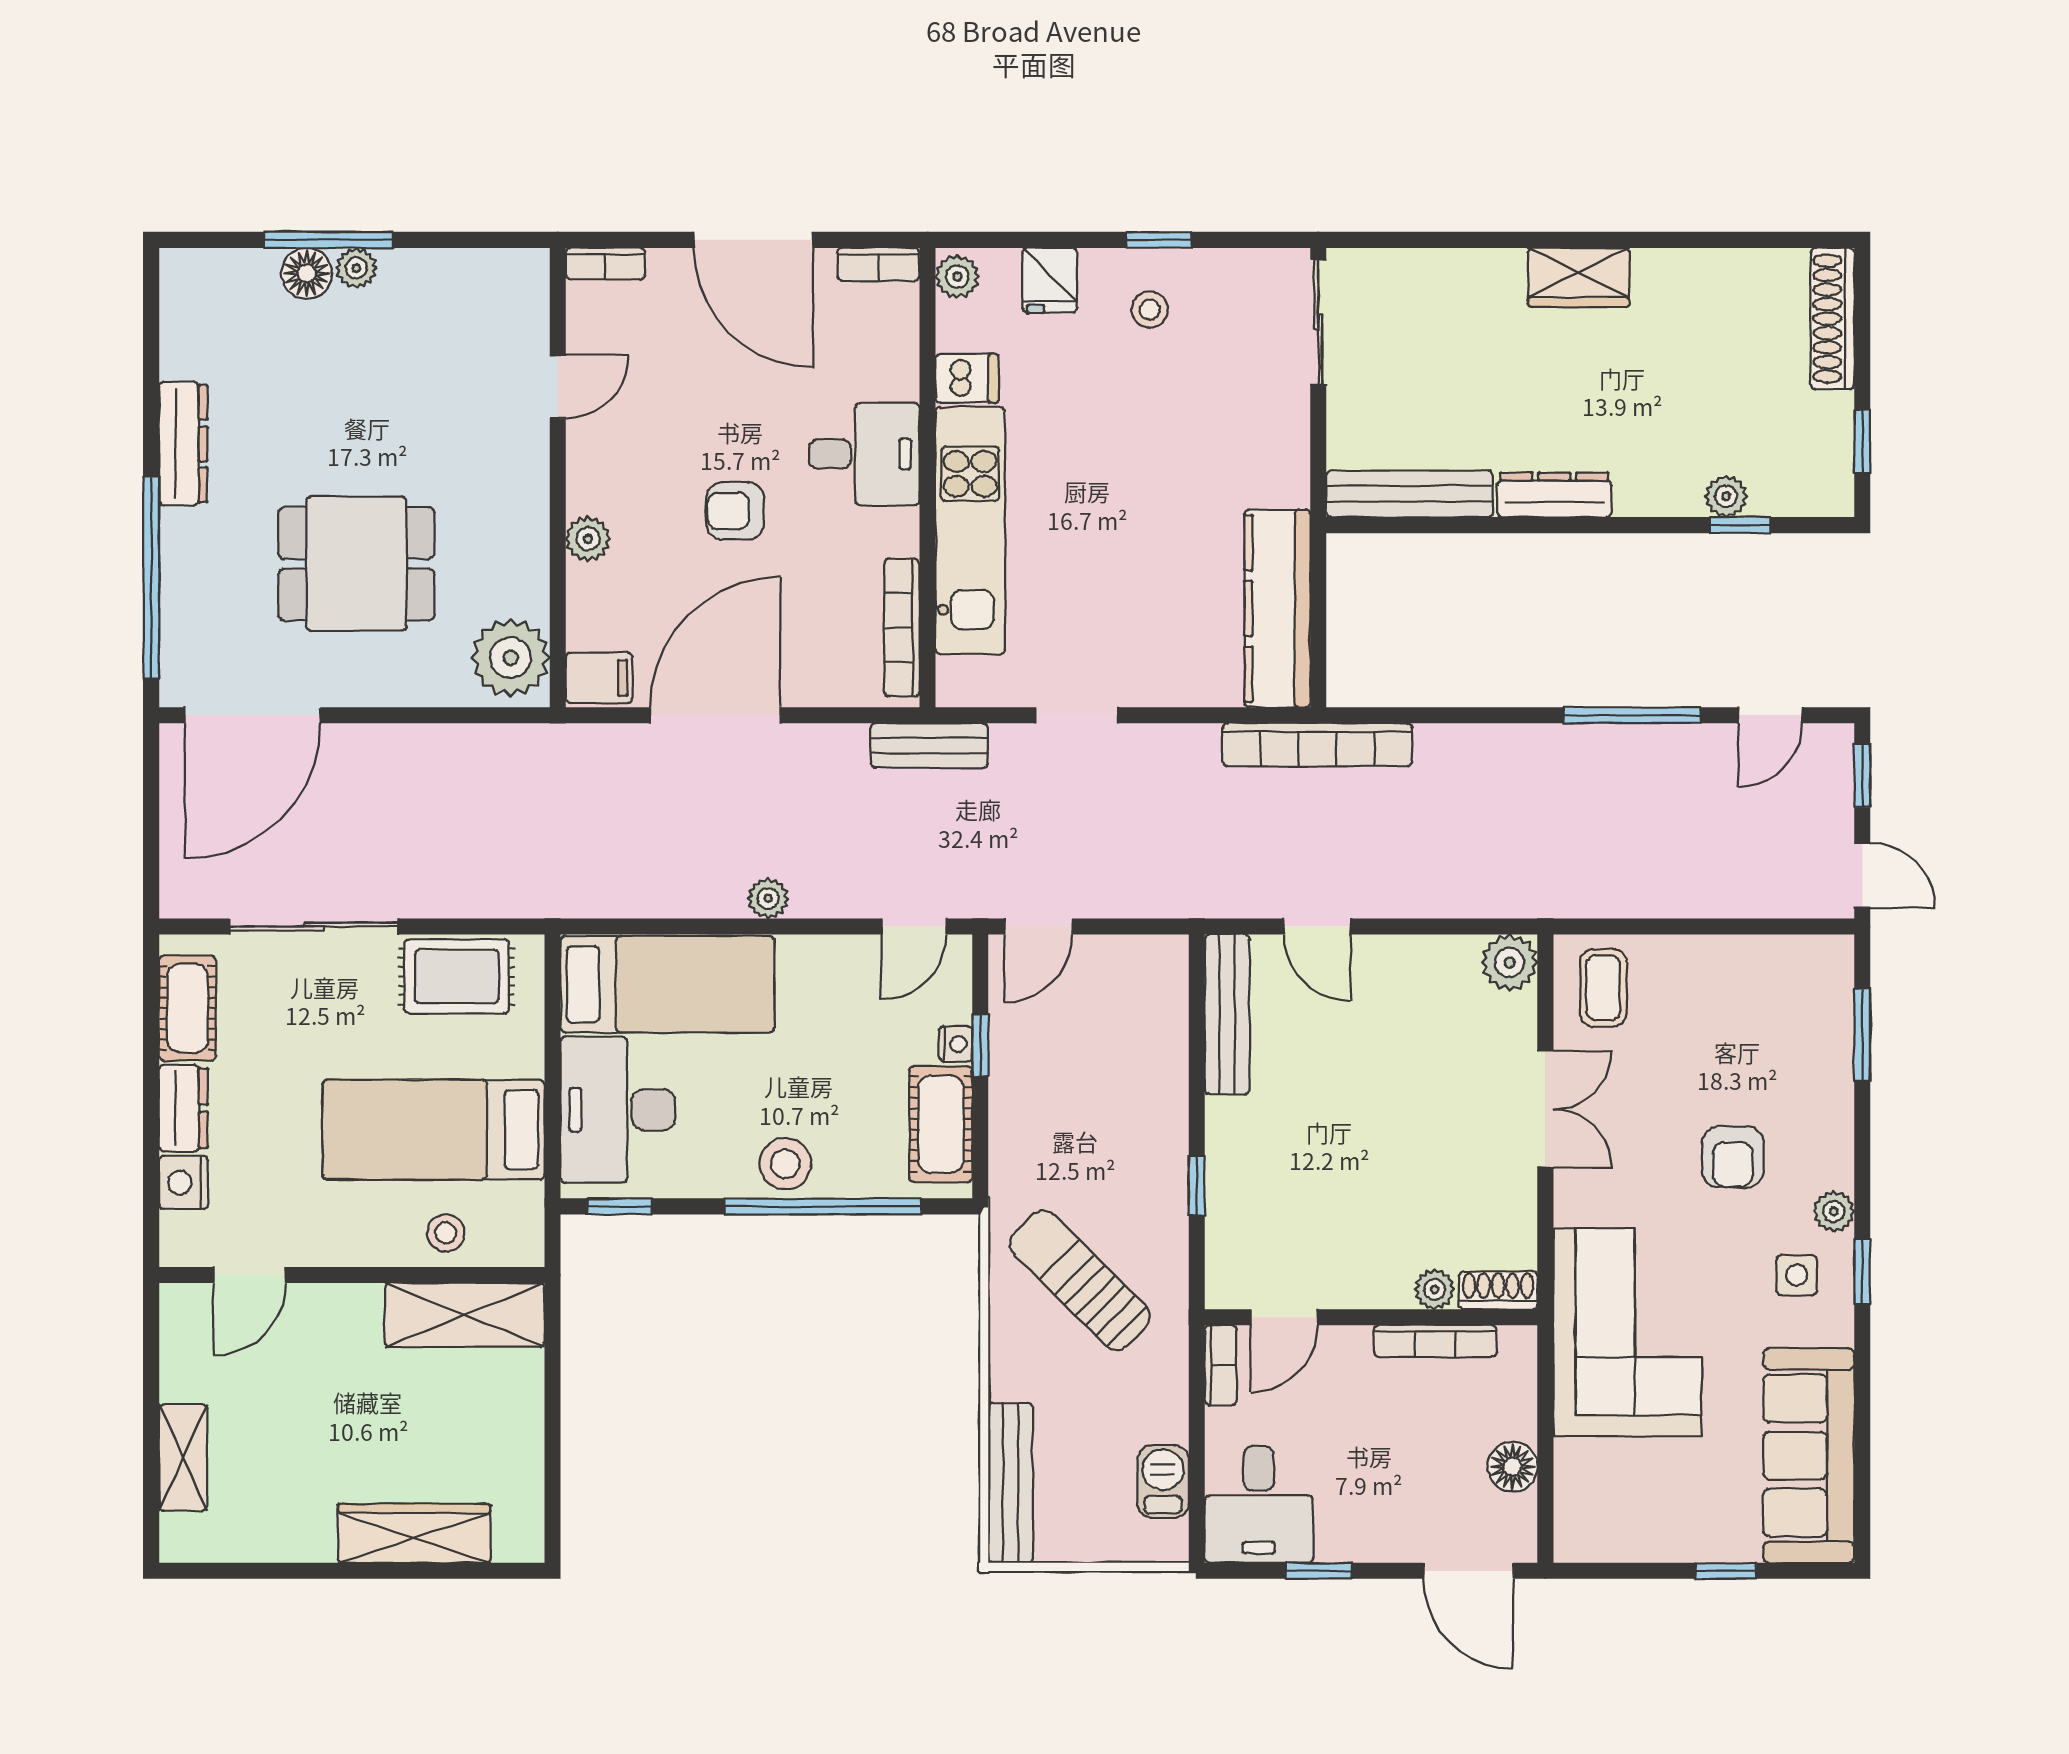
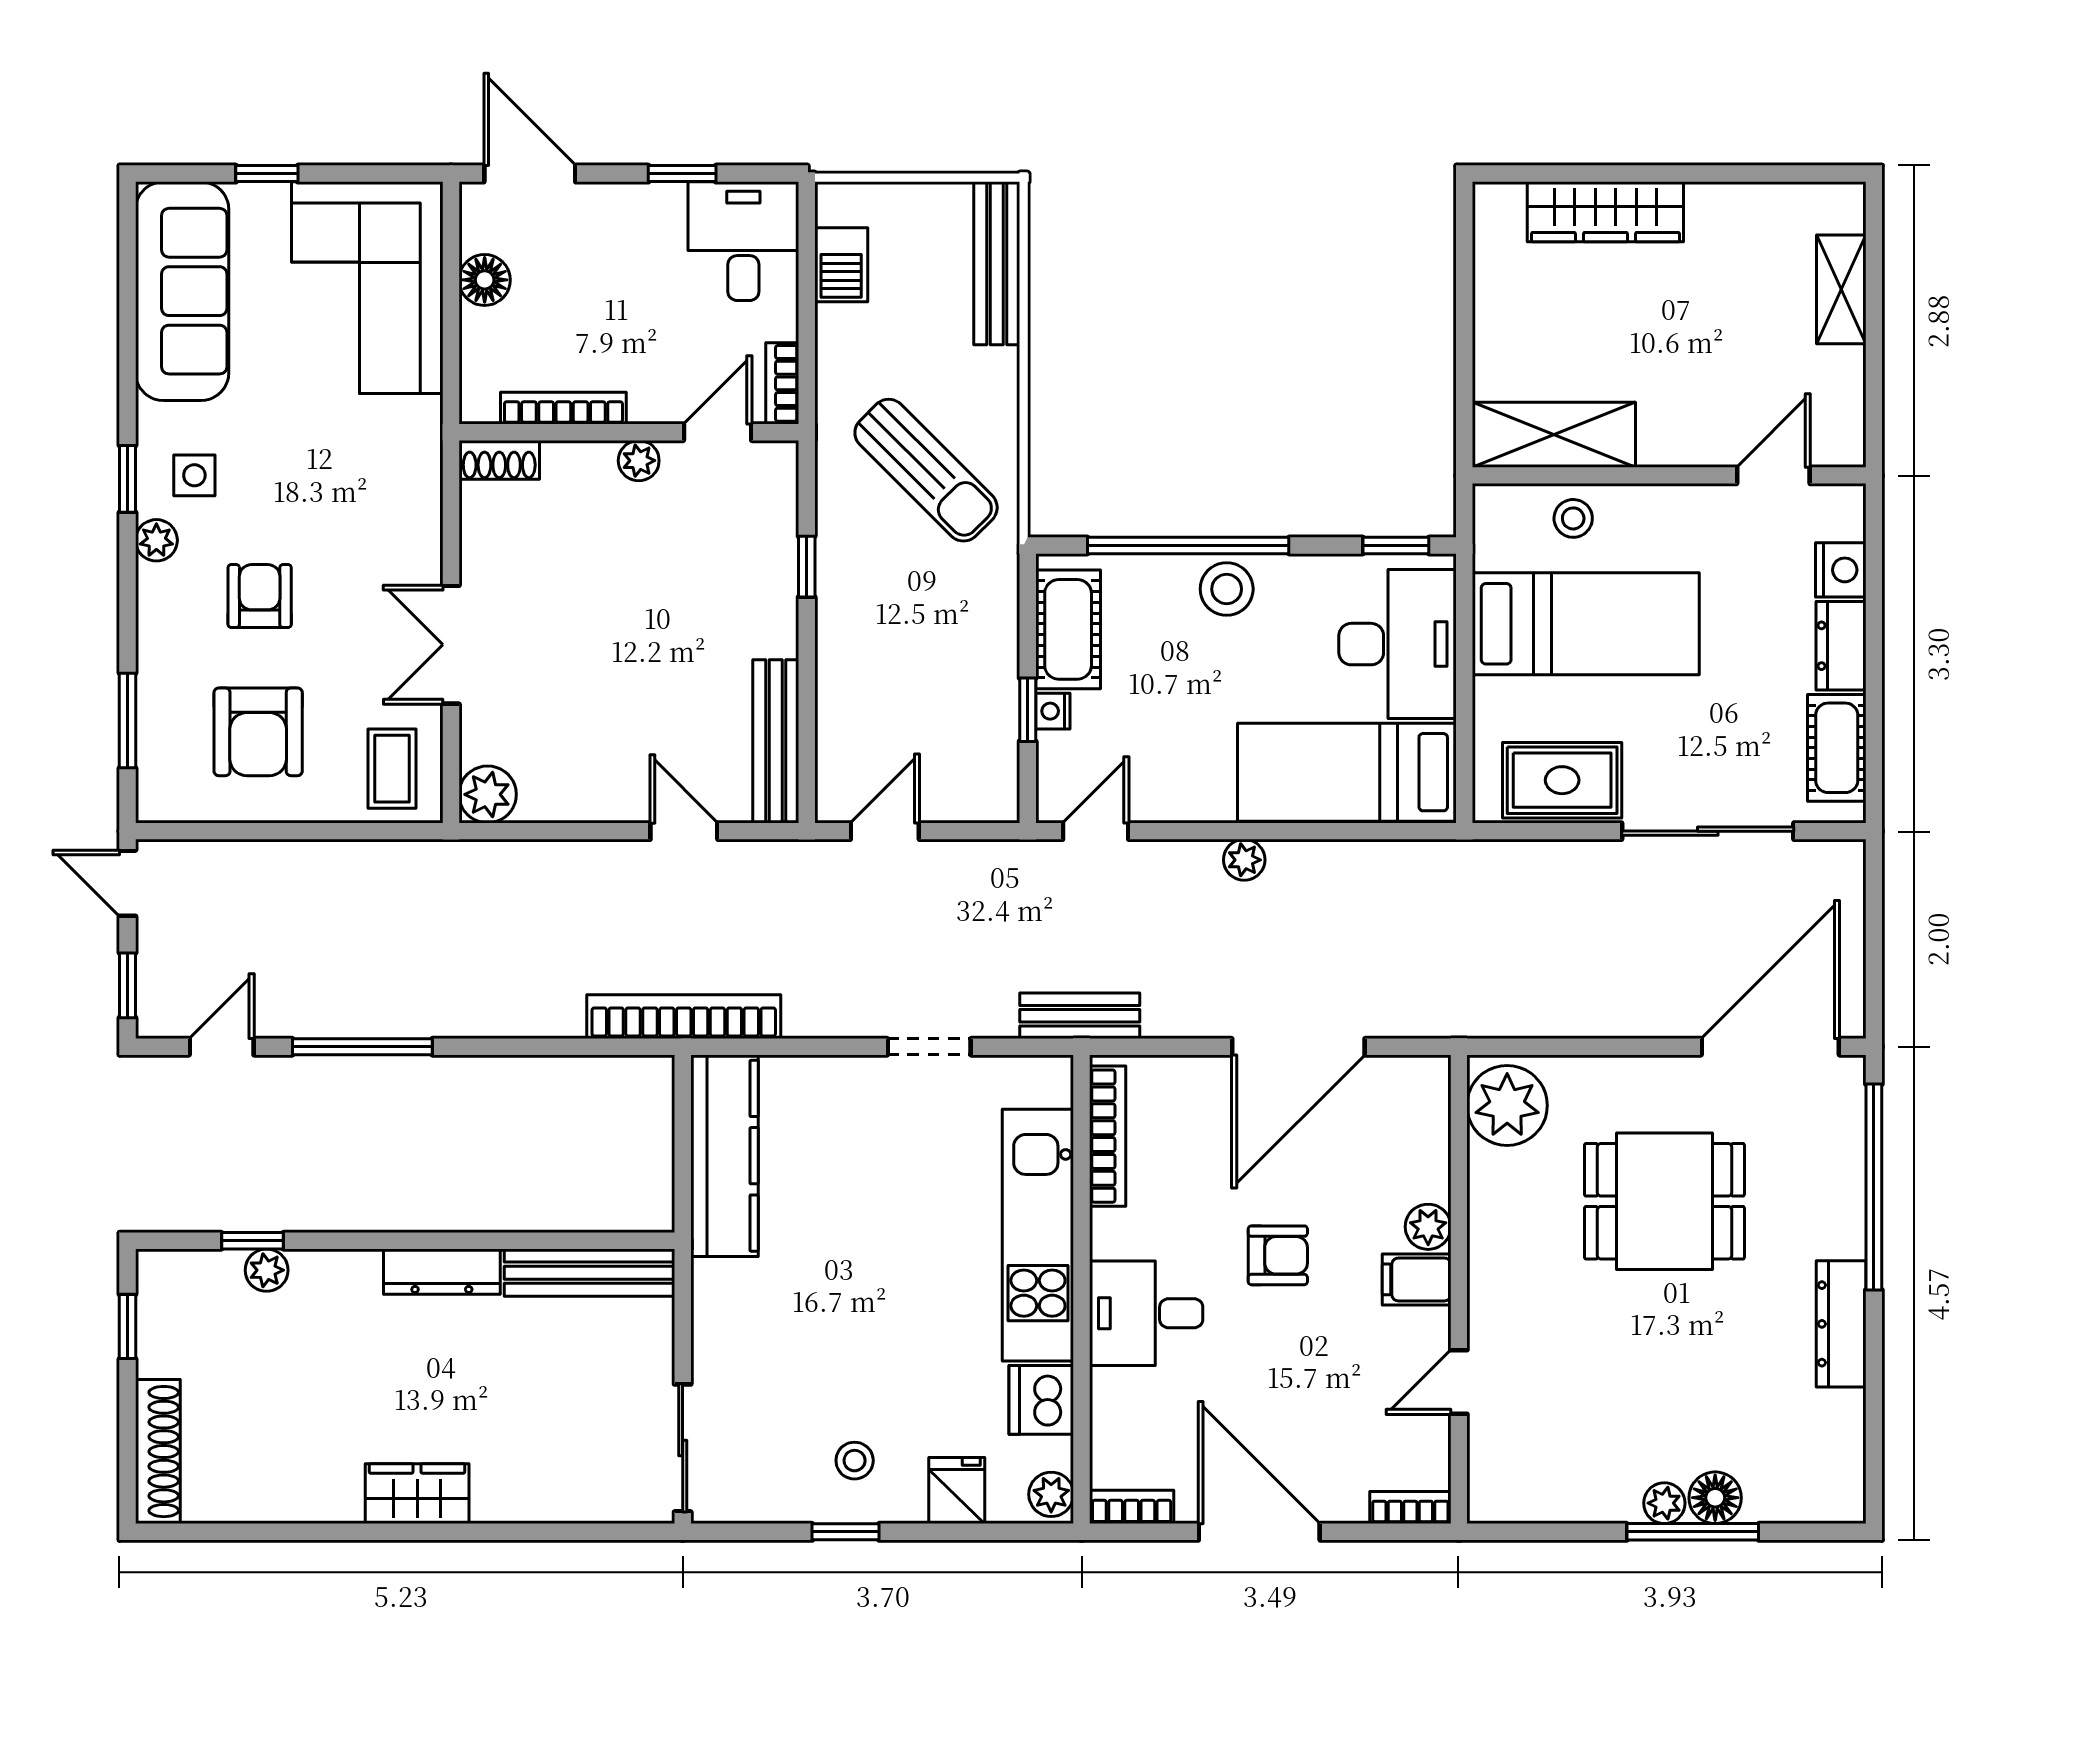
dishwasher: (967, 378) -> (1041, 1400), width x1.38
filing cabinet: (599, 678) -> (1417, 1279), moved
door: (1038, 926) -> (885, 831), moved
armchair: (1734, 1024) -> (258, 732), added
plant: (1435, 1289) -> (639, 461), moved
corner sofa: (1627, 1332) -> (367, 288), moved

